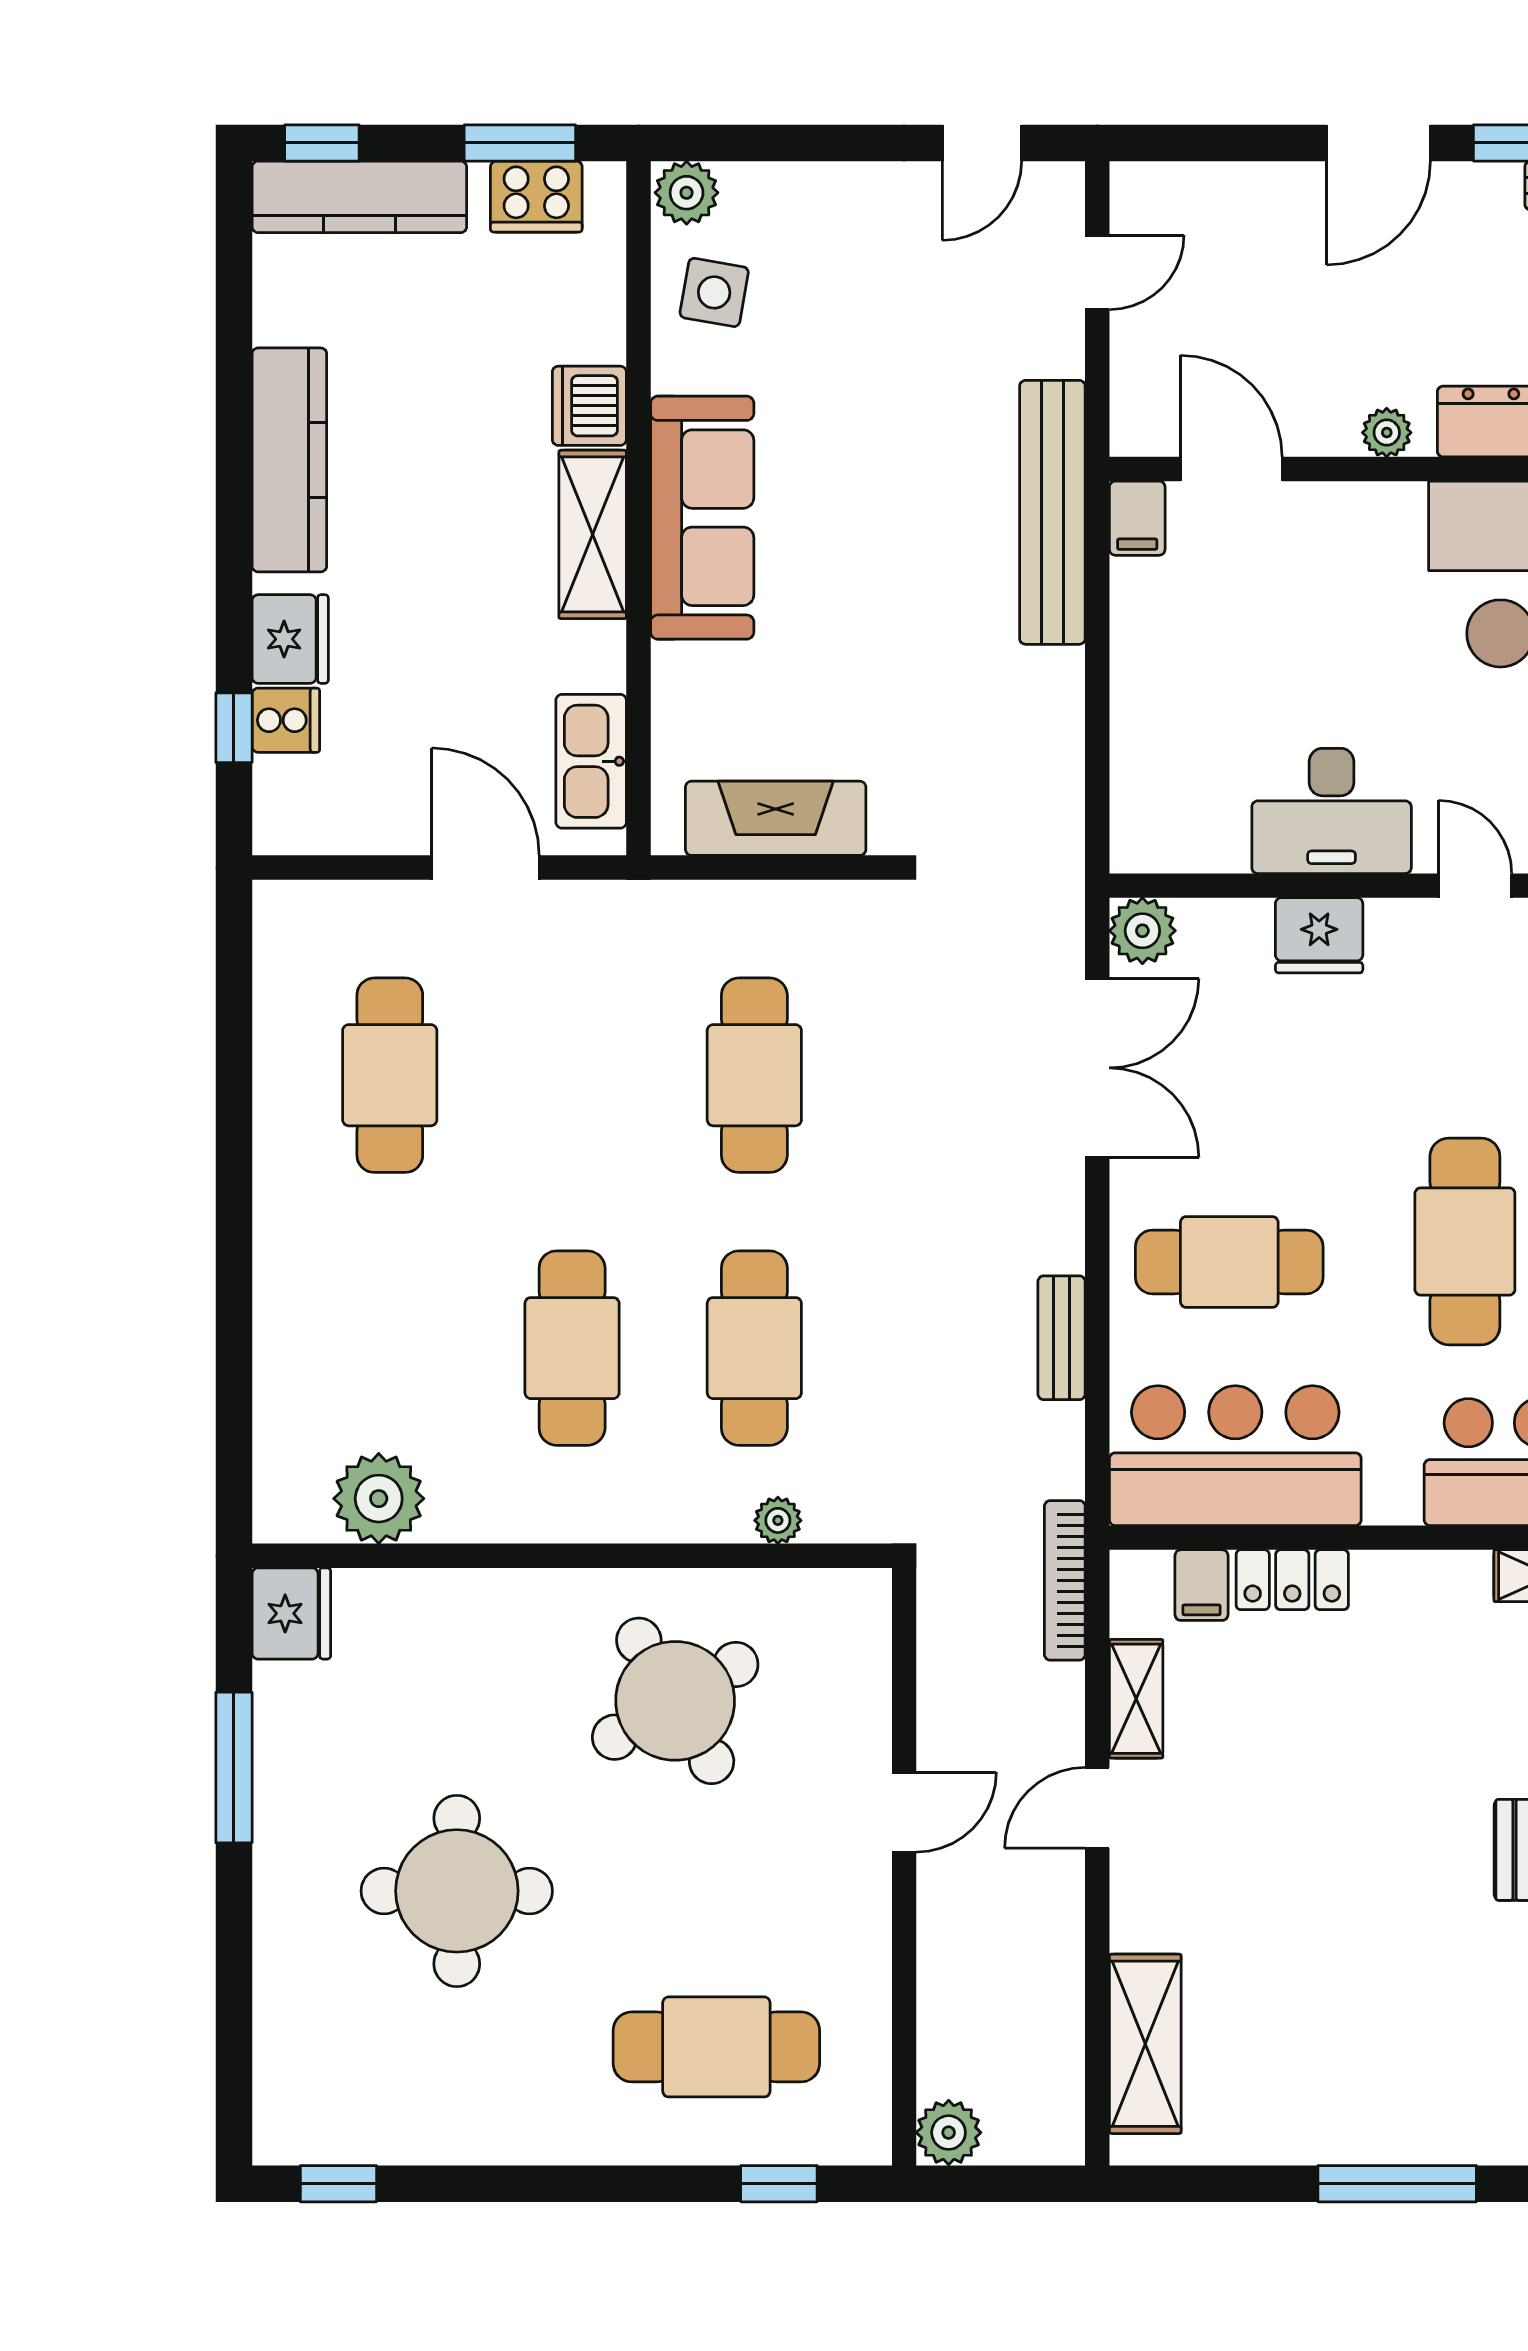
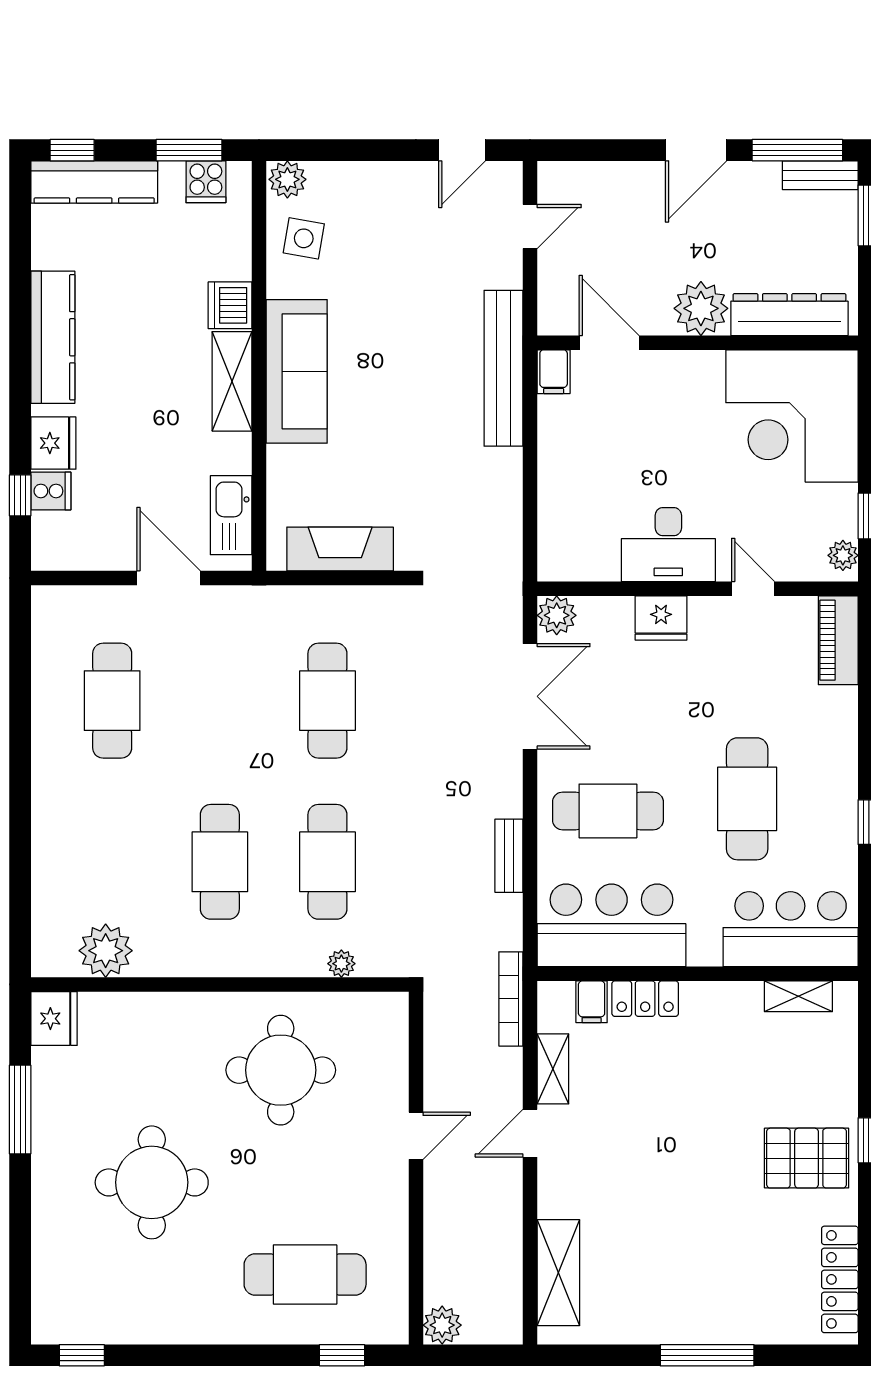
cooker: (536, 197) -> (206, 182), width x0.73
plant: (1387, 433) -> (701, 308), width x1.88, depth x1.88
round table: (675, 1701) -> (281, 1070), turned 31

